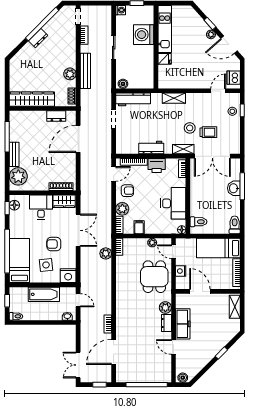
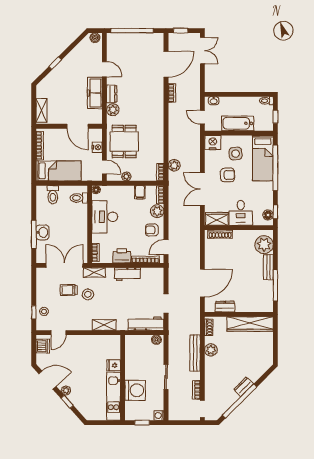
toilet: (235, 225) -> (53, 195), moved

